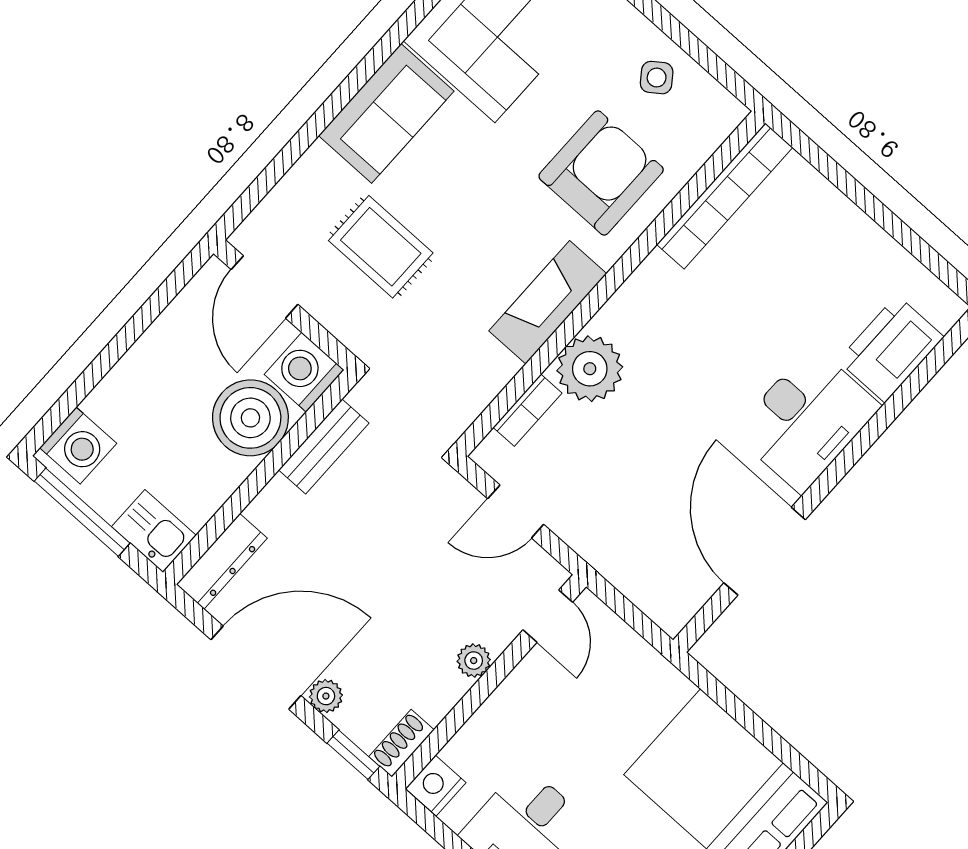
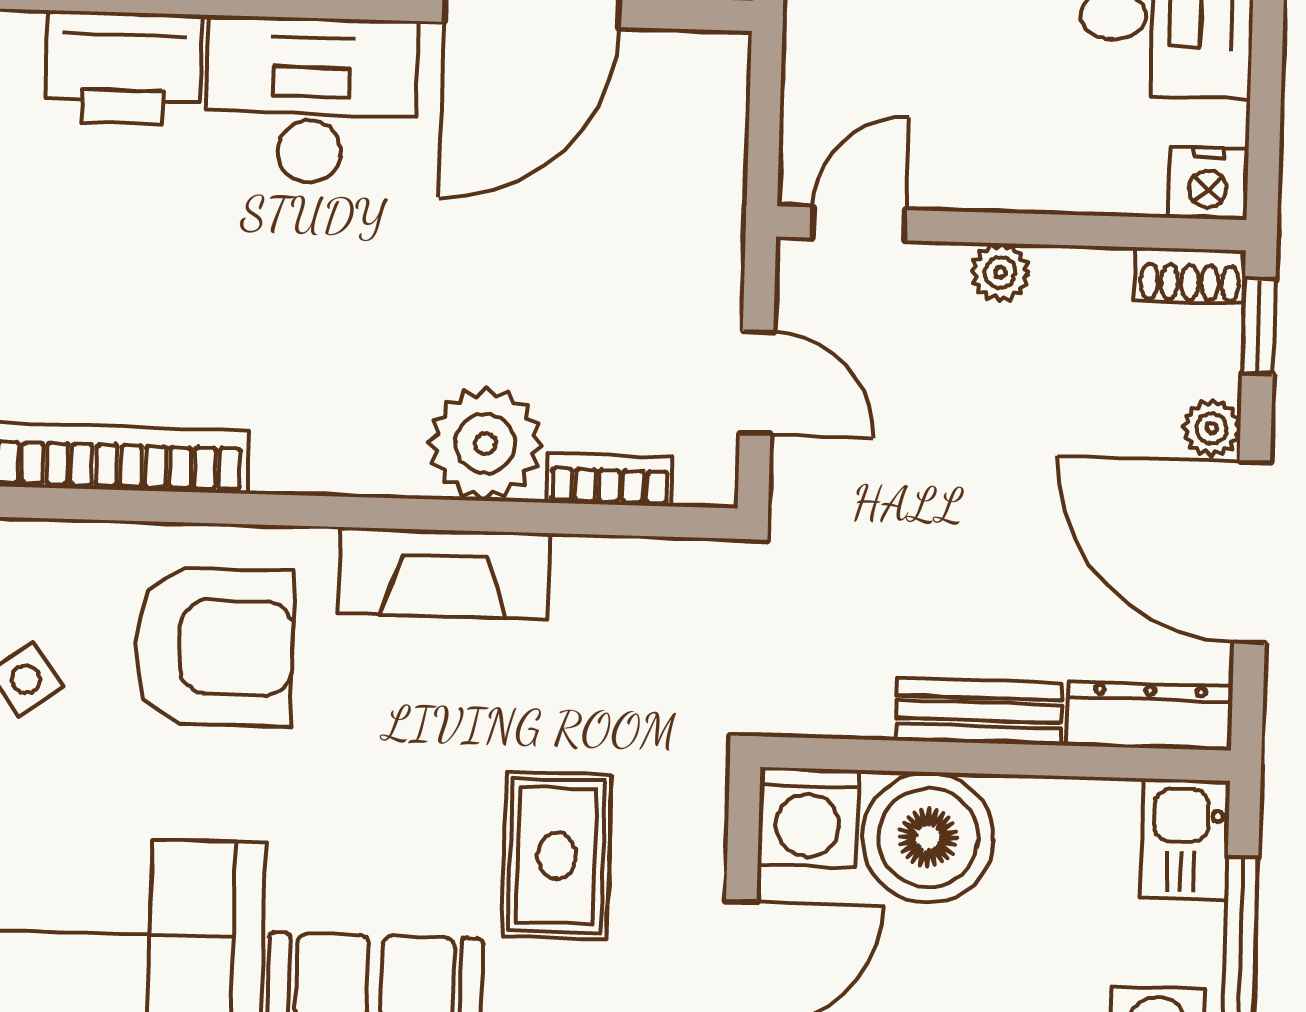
armchair: (601, 173) -> (214, 647), turned 180
bench: (324, 446) -> (979, 712), moved

